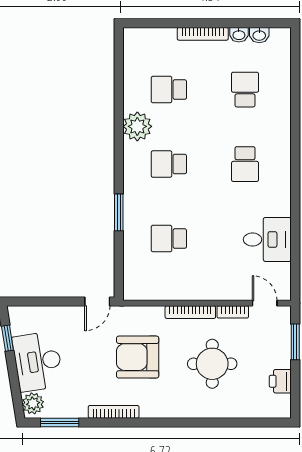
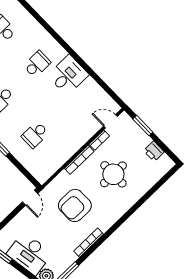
school desk: (245, 164) -> (37, 64), turned -90
desk: (267, 239) -> (68, 75), moved

